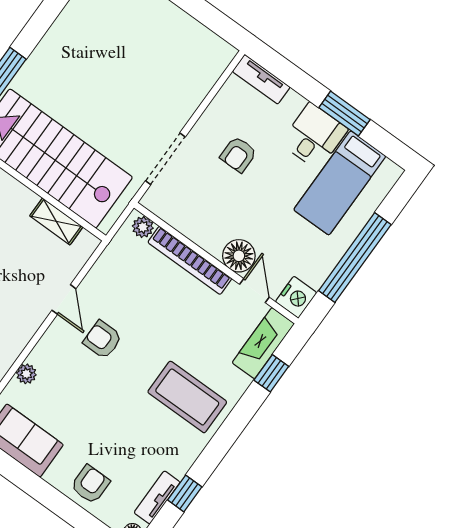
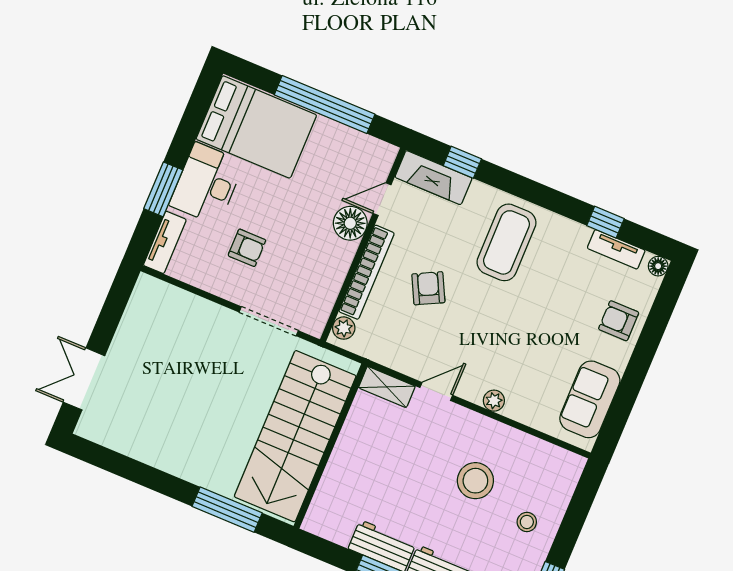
window: (345, 114) -> (163, 189), moved
desk: (314, 136) -> (207, 184), width x1.37
bed: (340, 183) -> (256, 127), width x1.50
shelving: (56, 221) -> (387, 387), moved, turned 90
nightstand: (296, 297) -> (379, 155), removed
armchair: (103, 340) -> (428, 288), moved, turned 153
plant: (26, 374) -> (494, 401), moved

